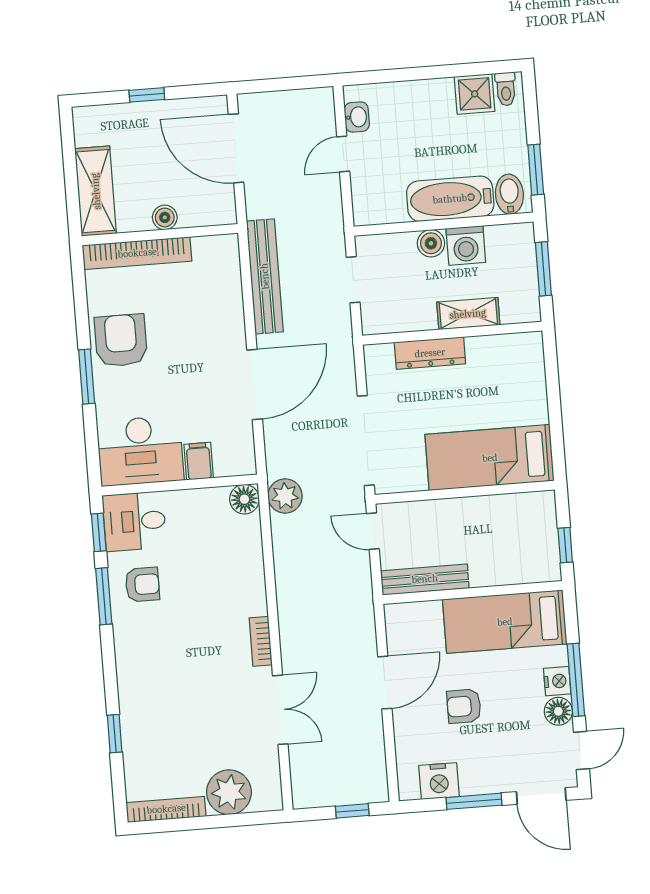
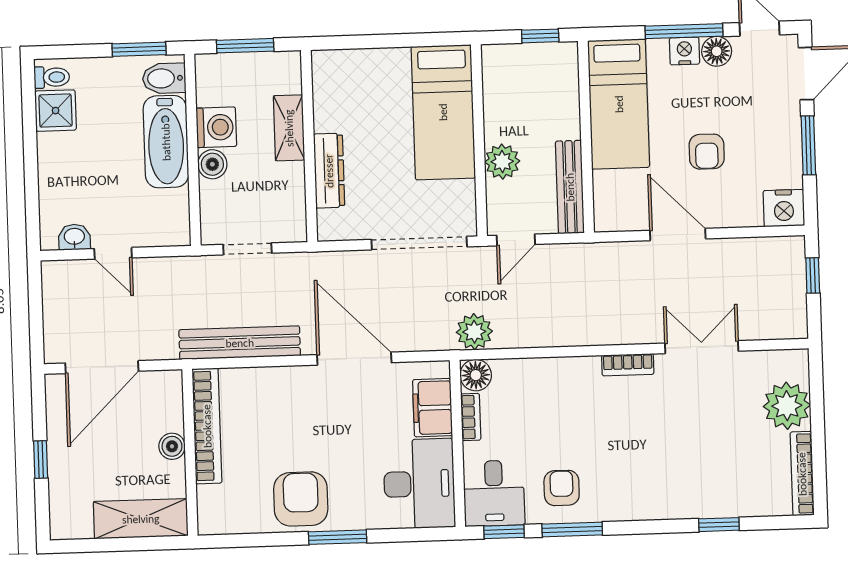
bookcase: (137, 253) -> (207, 426), moved
armchair: (121, 340) -> (301, 499), turned 90
filing cabinet: (199, 461) -> (433, 408), width x2.00
bookcase: (205, 496) -> (471, 417), added
plant: (446, 515) -> (502, 162), added
nightstand: (439, 781) -> (784, 208), moved, turned 90

